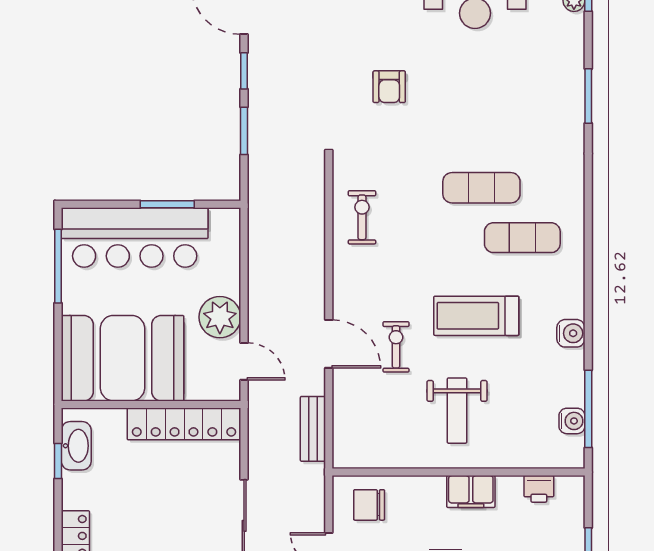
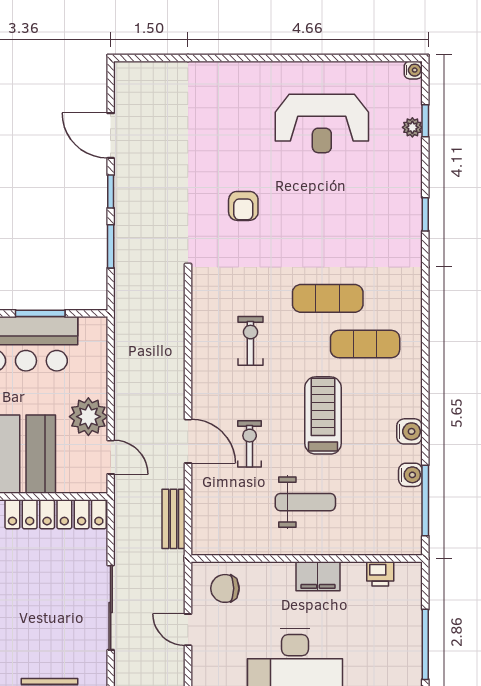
window: (588, 96) -> (425, 214), width x0.67
exercise bike: (362, 217) -> (250, 341), moved
treadmill: (476, 316) -> (323, 415), turned 90
weight bench: (457, 411) -> (305, 502), turned -90
water cooler: (572, 421) -> (410, 475), moved

